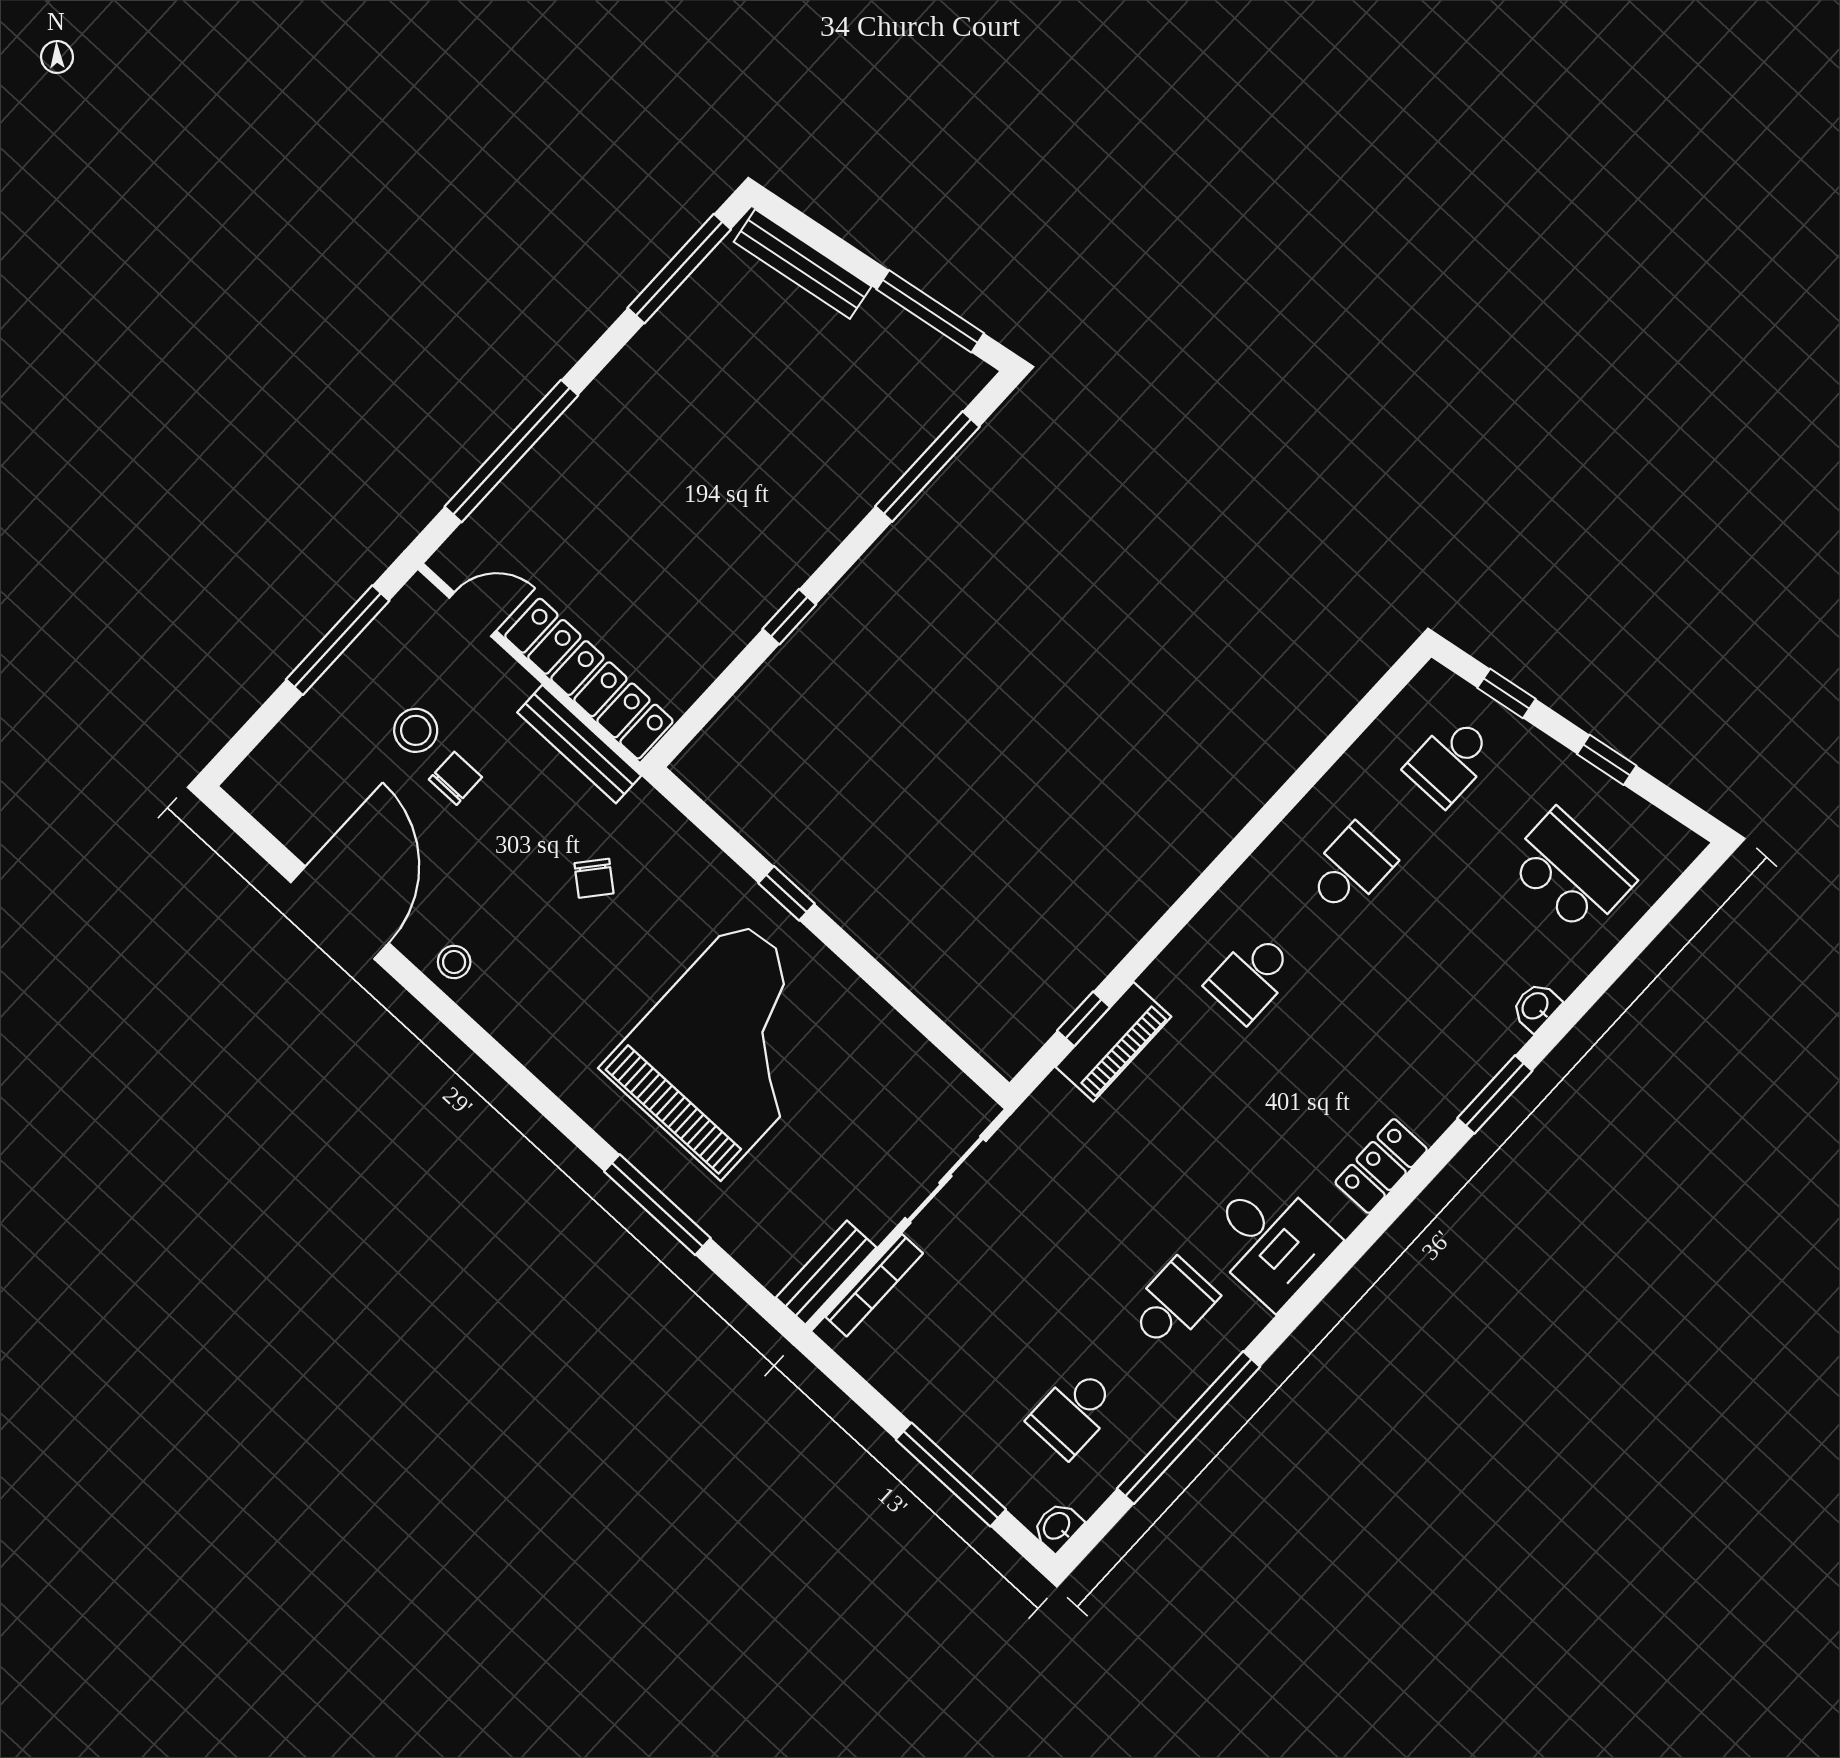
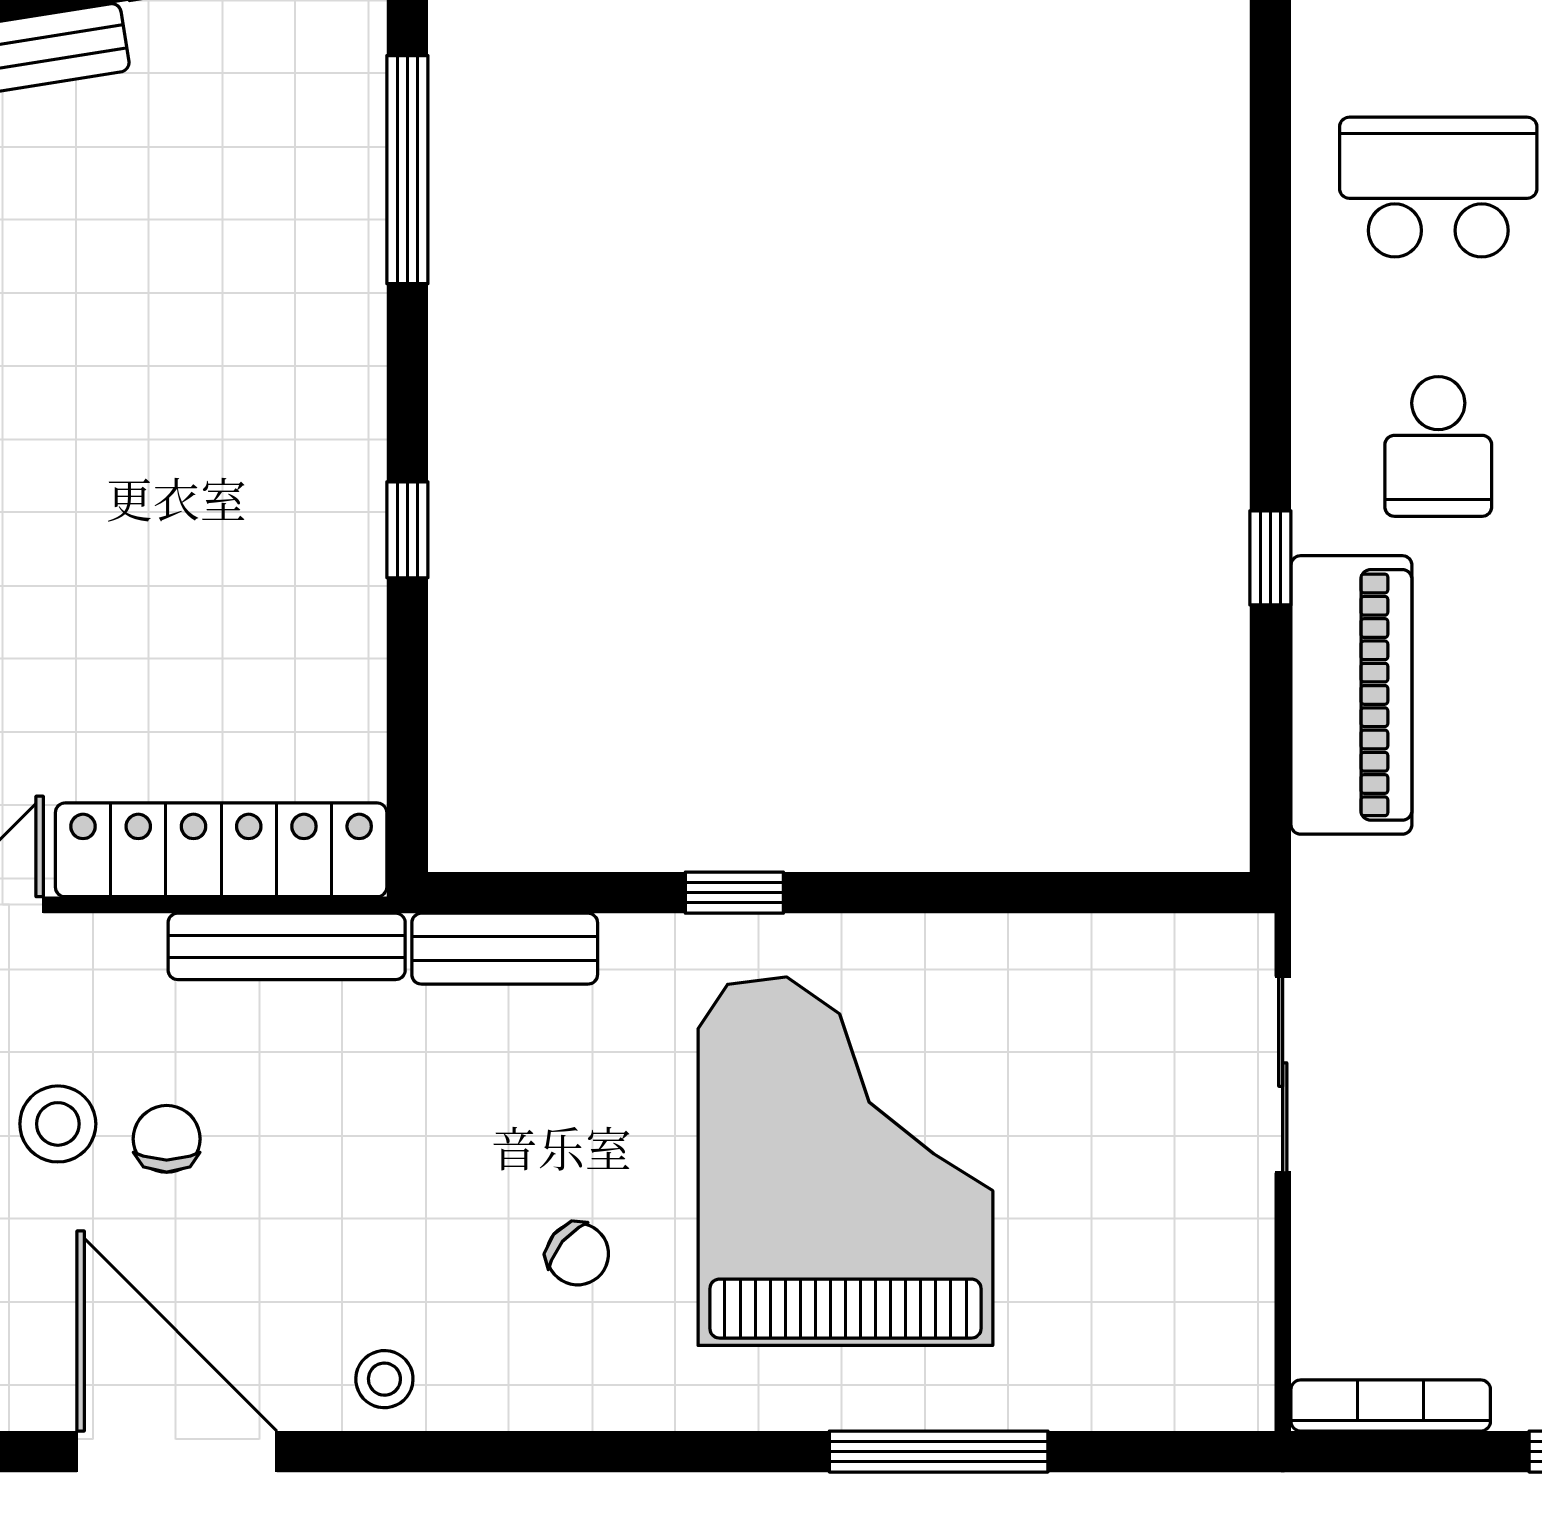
school desk: (1351, 869) -> (1438, 187), width x1.85
chair: (594, 878) -> (578, 1254), moved
window: (1084, 1019) -> (1270, 558), moved
piano: (1113, 1042) -> (1351, 695), width x1.37, depth x1.33
bench: (826, 1273) -> (505, 949), moved, turned 90
bookcase: (874, 1285) -> (1391, 1405), moved, turned -90

